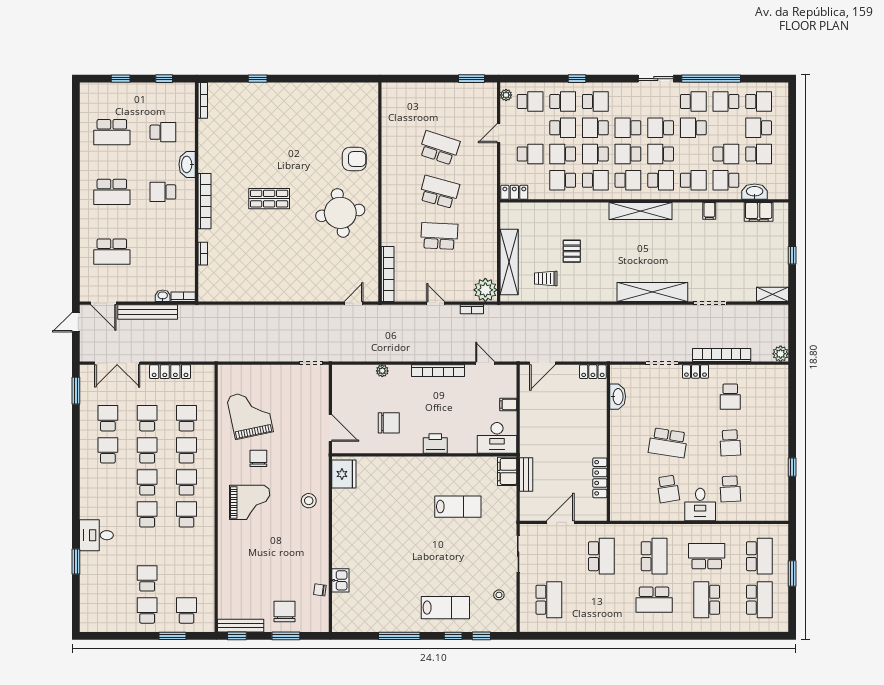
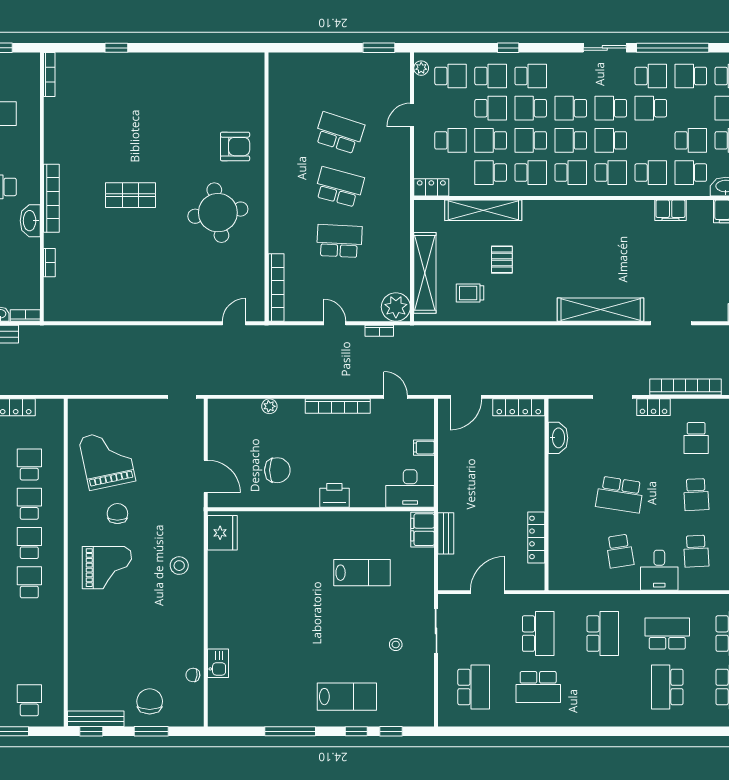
washbasin: (187, 164) -> (30, 221), moved
shelving: (641, 211) -> (483, 210), moved
filing cabinet: (709, 211) -> (671, 210), width x2.00
locker: (593, 372) -> (519, 407), width x1.53
stool: (499, 595) -> (396, 644), moved
school desk: (654, 600) -> (538, 687), moved

